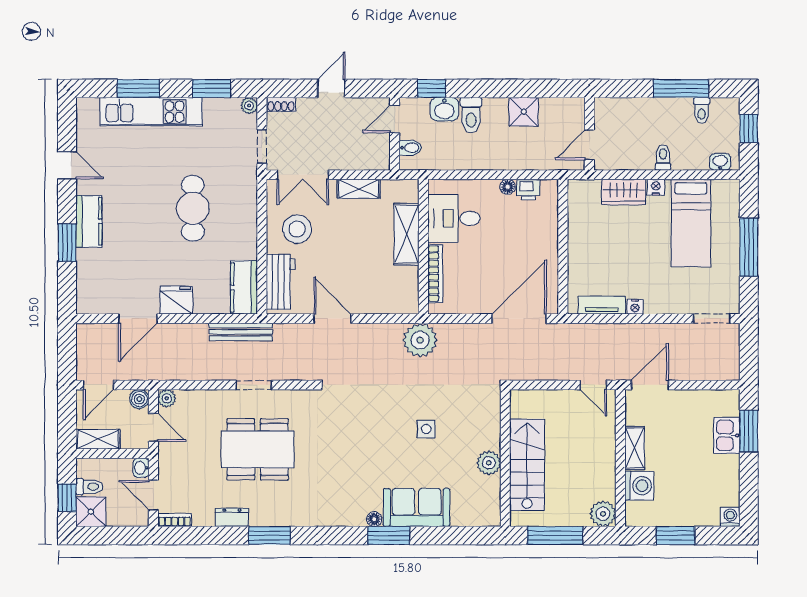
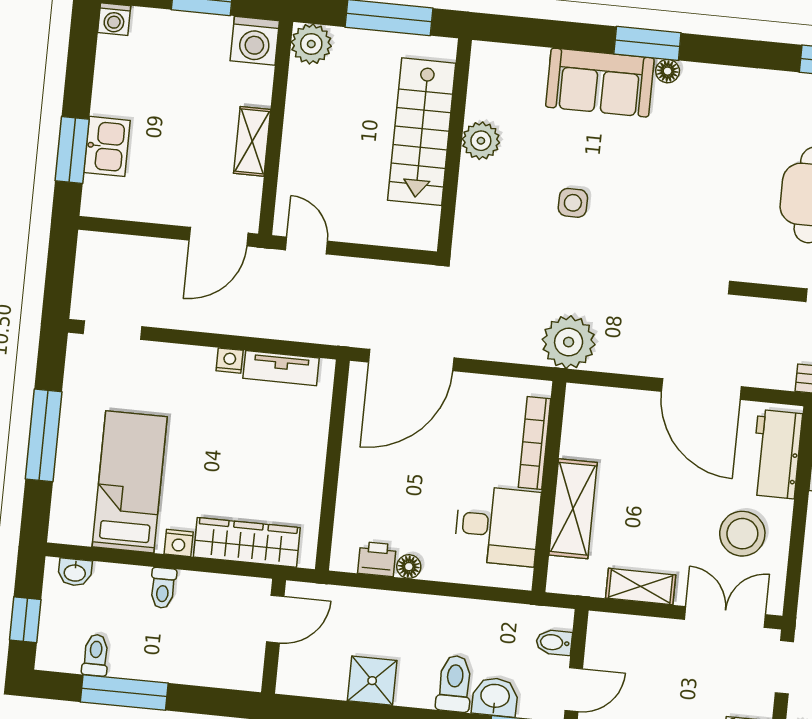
wardrobe: (623, 192) -> (247, 542), width x1.50
door: (332, 319) -> (701, 389), width x1.36
washing machine: (639, 486) -> (255, 41), moved, turned -90

